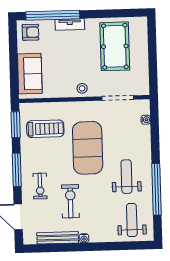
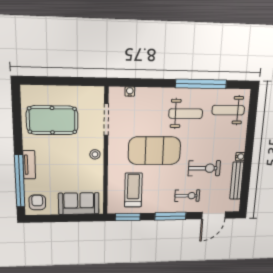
weight bench: (126, 177) -> (186, 114), turned 180
exercise bike: (70, 201) -> (204, 168), turned 180

